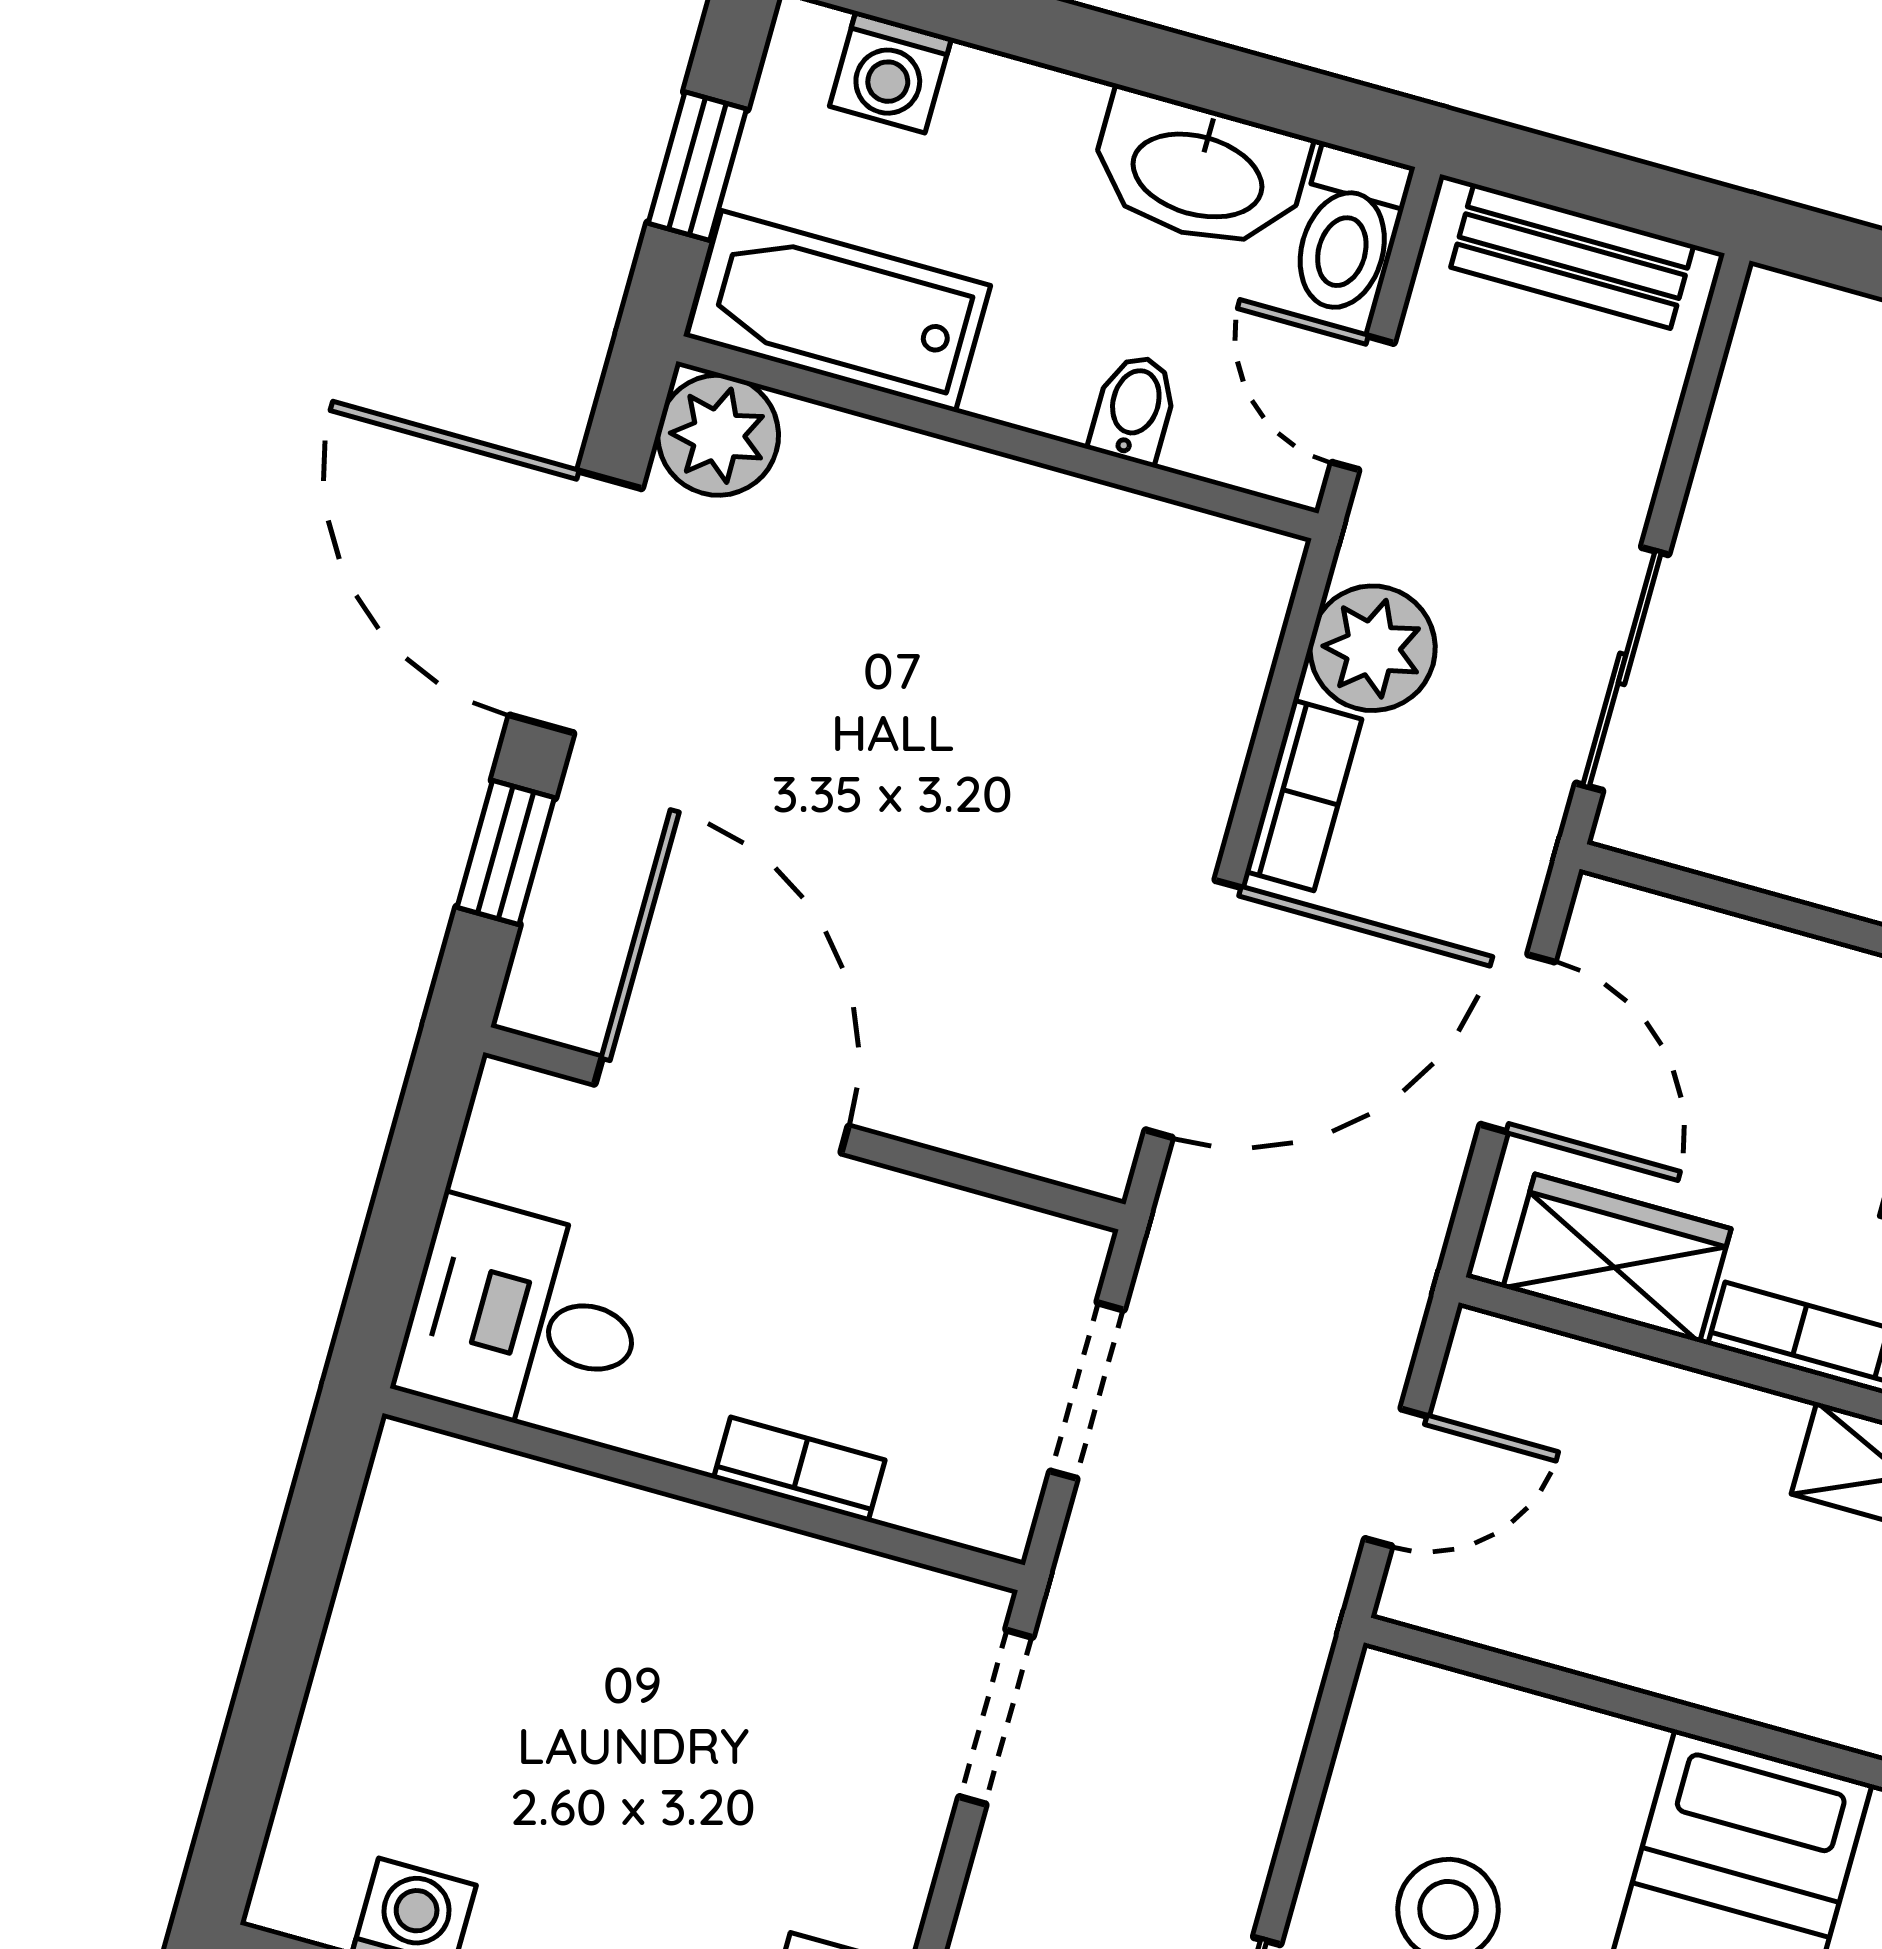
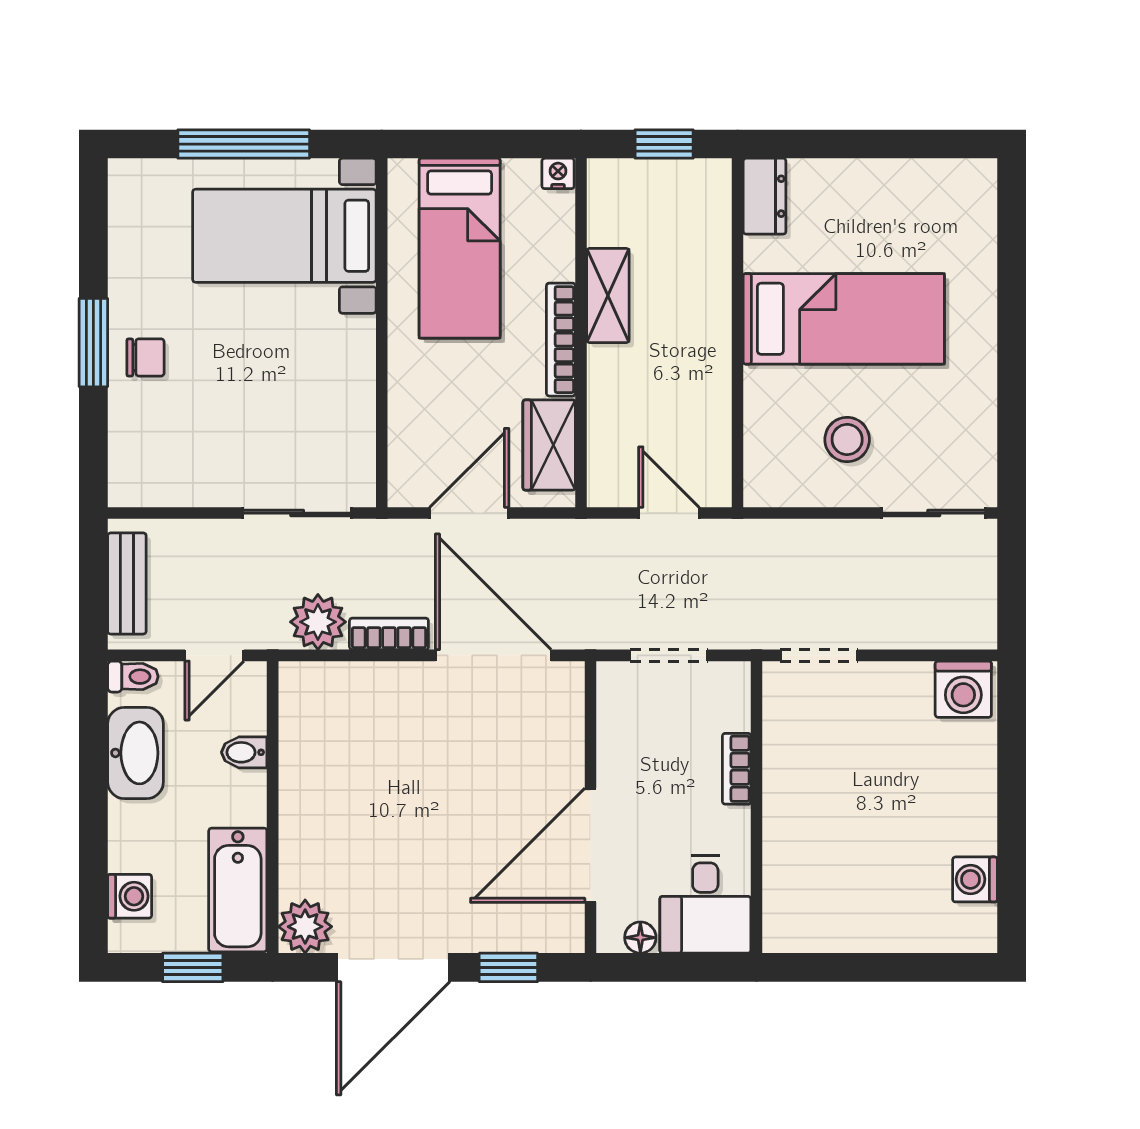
toilet: (1348, 230) -> (133, 677), width x0.73, depth x0.72
floor lamp: (491, 1158) -> (640, 938), added

